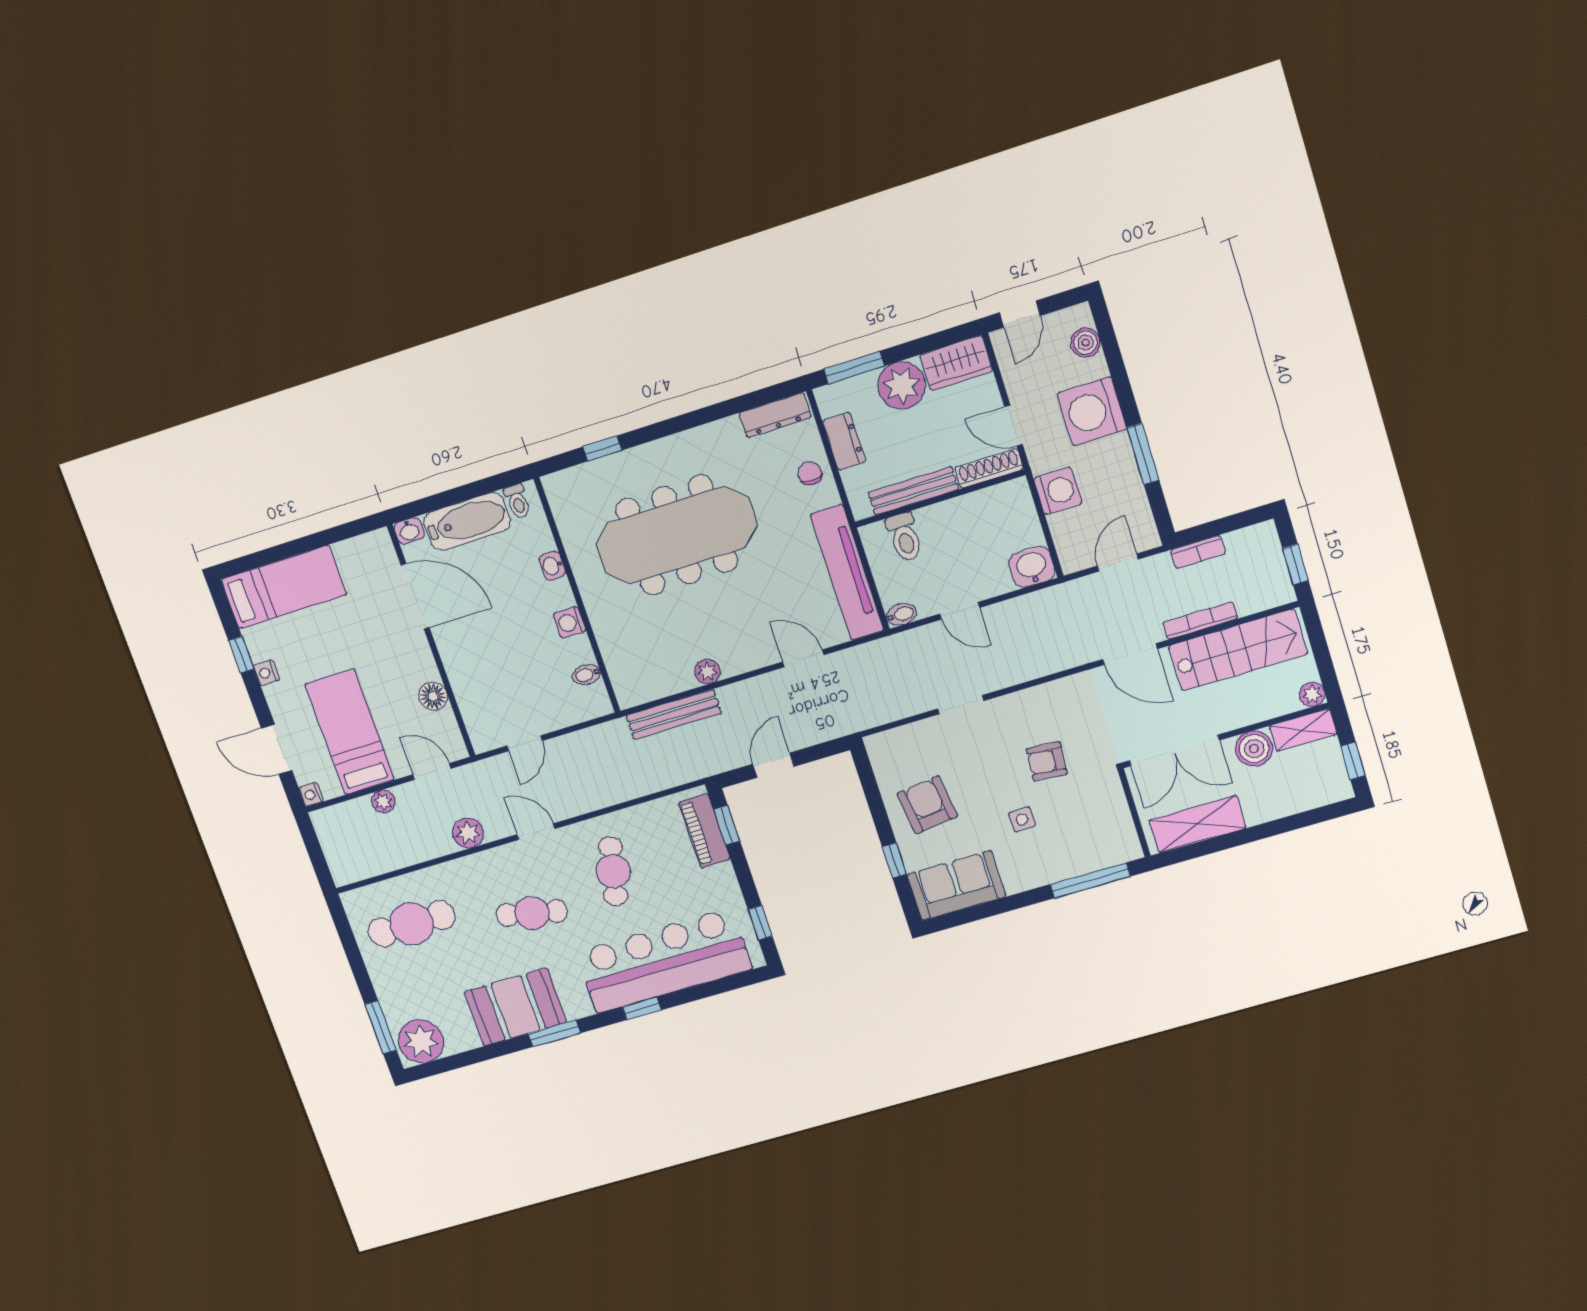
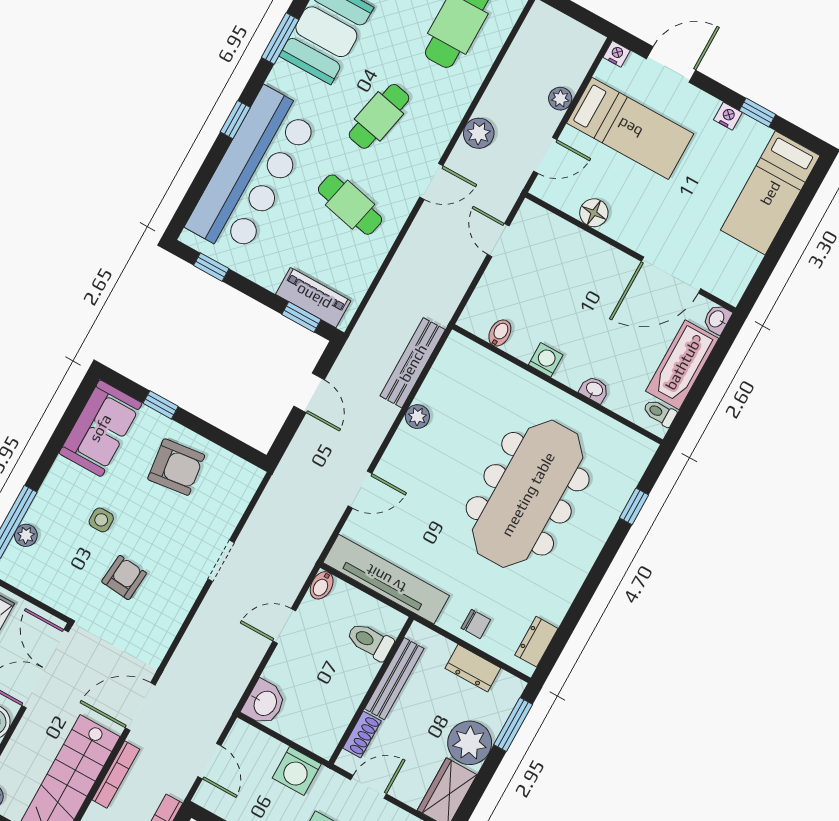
dresser: (775, 415) -> (536, 642), width x0.70
shoe rack: (989, 468) -> (362, 735), width x0.70
plant: (1090, 861) -> (26, 535), added

